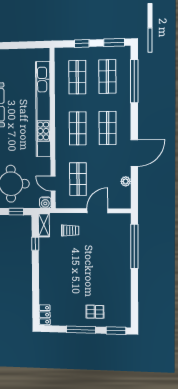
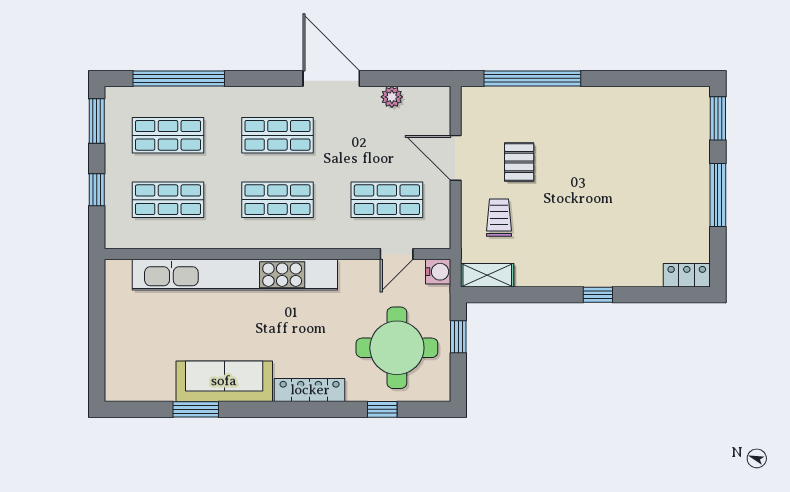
window: (35, 244) -> (598, 295), moved
pallet: (95, 312) -> (519, 162), moved

